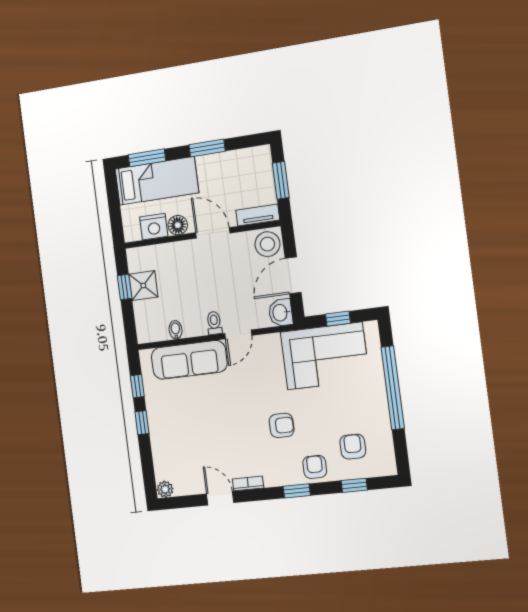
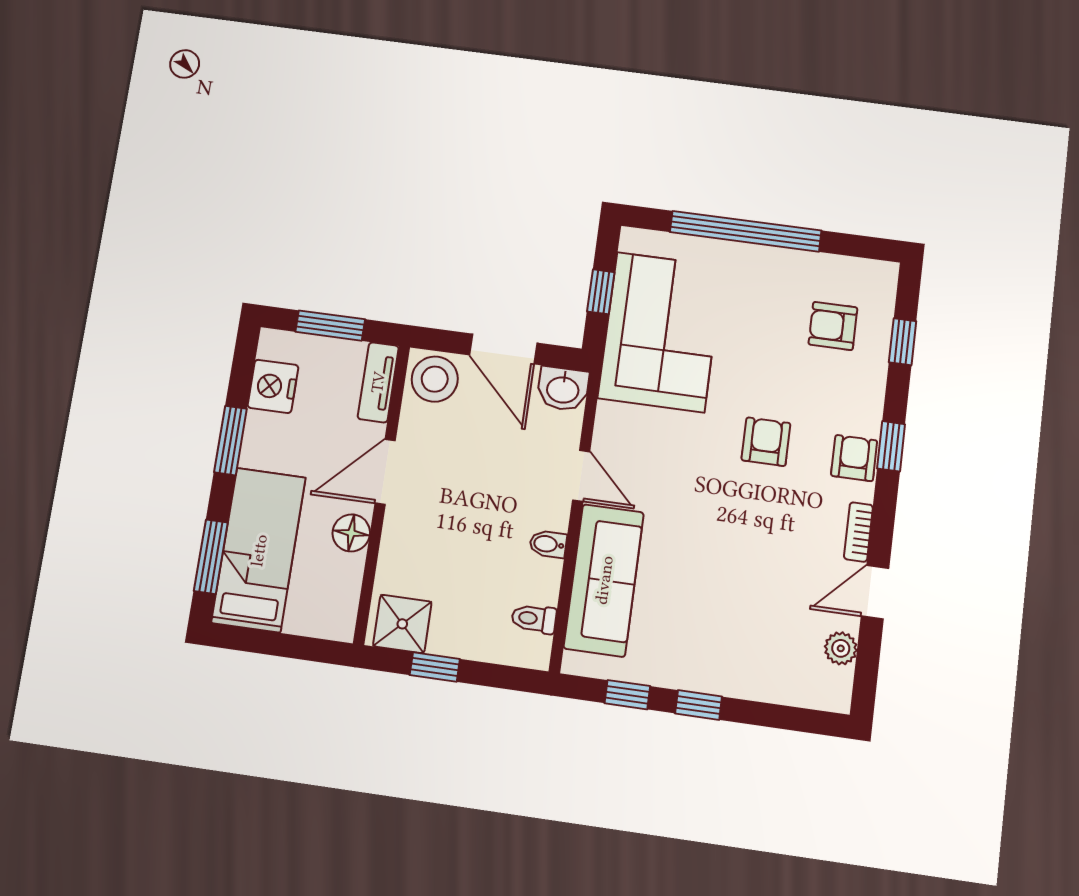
nightstand: (154, 227) -> (273, 386), moved, turned 180
shower: (143, 286) -> (402, 624), moved
toilet: (214, 323) -> (534, 619), moved
bidet: (176, 330) -> (548, 544), moved
armchair: (315, 467) -> (854, 458), moved, turned 90
plant: (165, 489) -> (841, 648), moved

